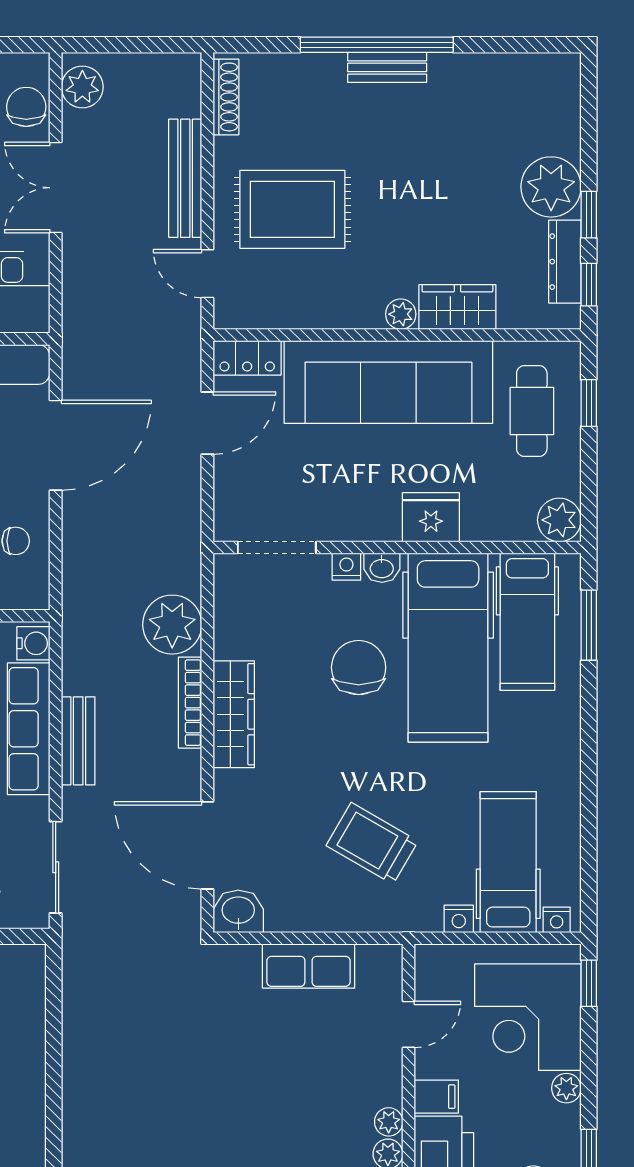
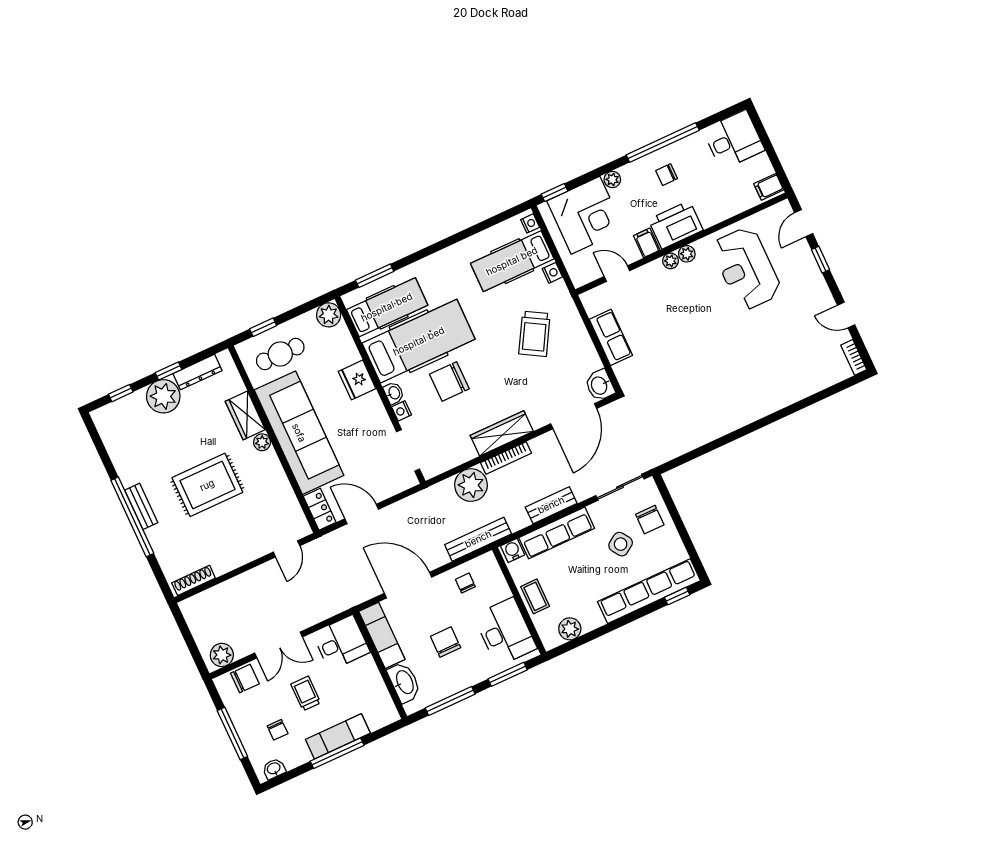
chair: (26, 107) -> (245, 678), turned 180
bench: (185, 178) -> (478, 539), moved
rug: (292, 209) -> (207, 485), moved, turned 90
window: (589, 285) -> (121, 393), moved

